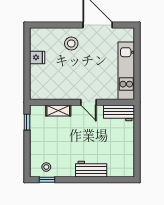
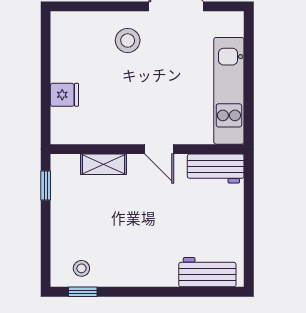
fridge: (37, 57) -> (64, 95), moved
workbench: (91, 169) -> (207, 272), moved

